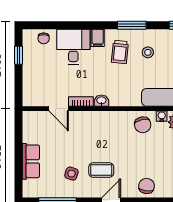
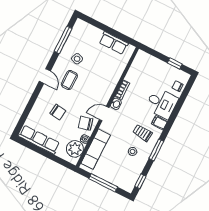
door: (59, 109) -> (104, 114), moved
row of seats: (31, 161) -> (114, 43), moved
chair: (147, 186) -> (58, 112), moved

